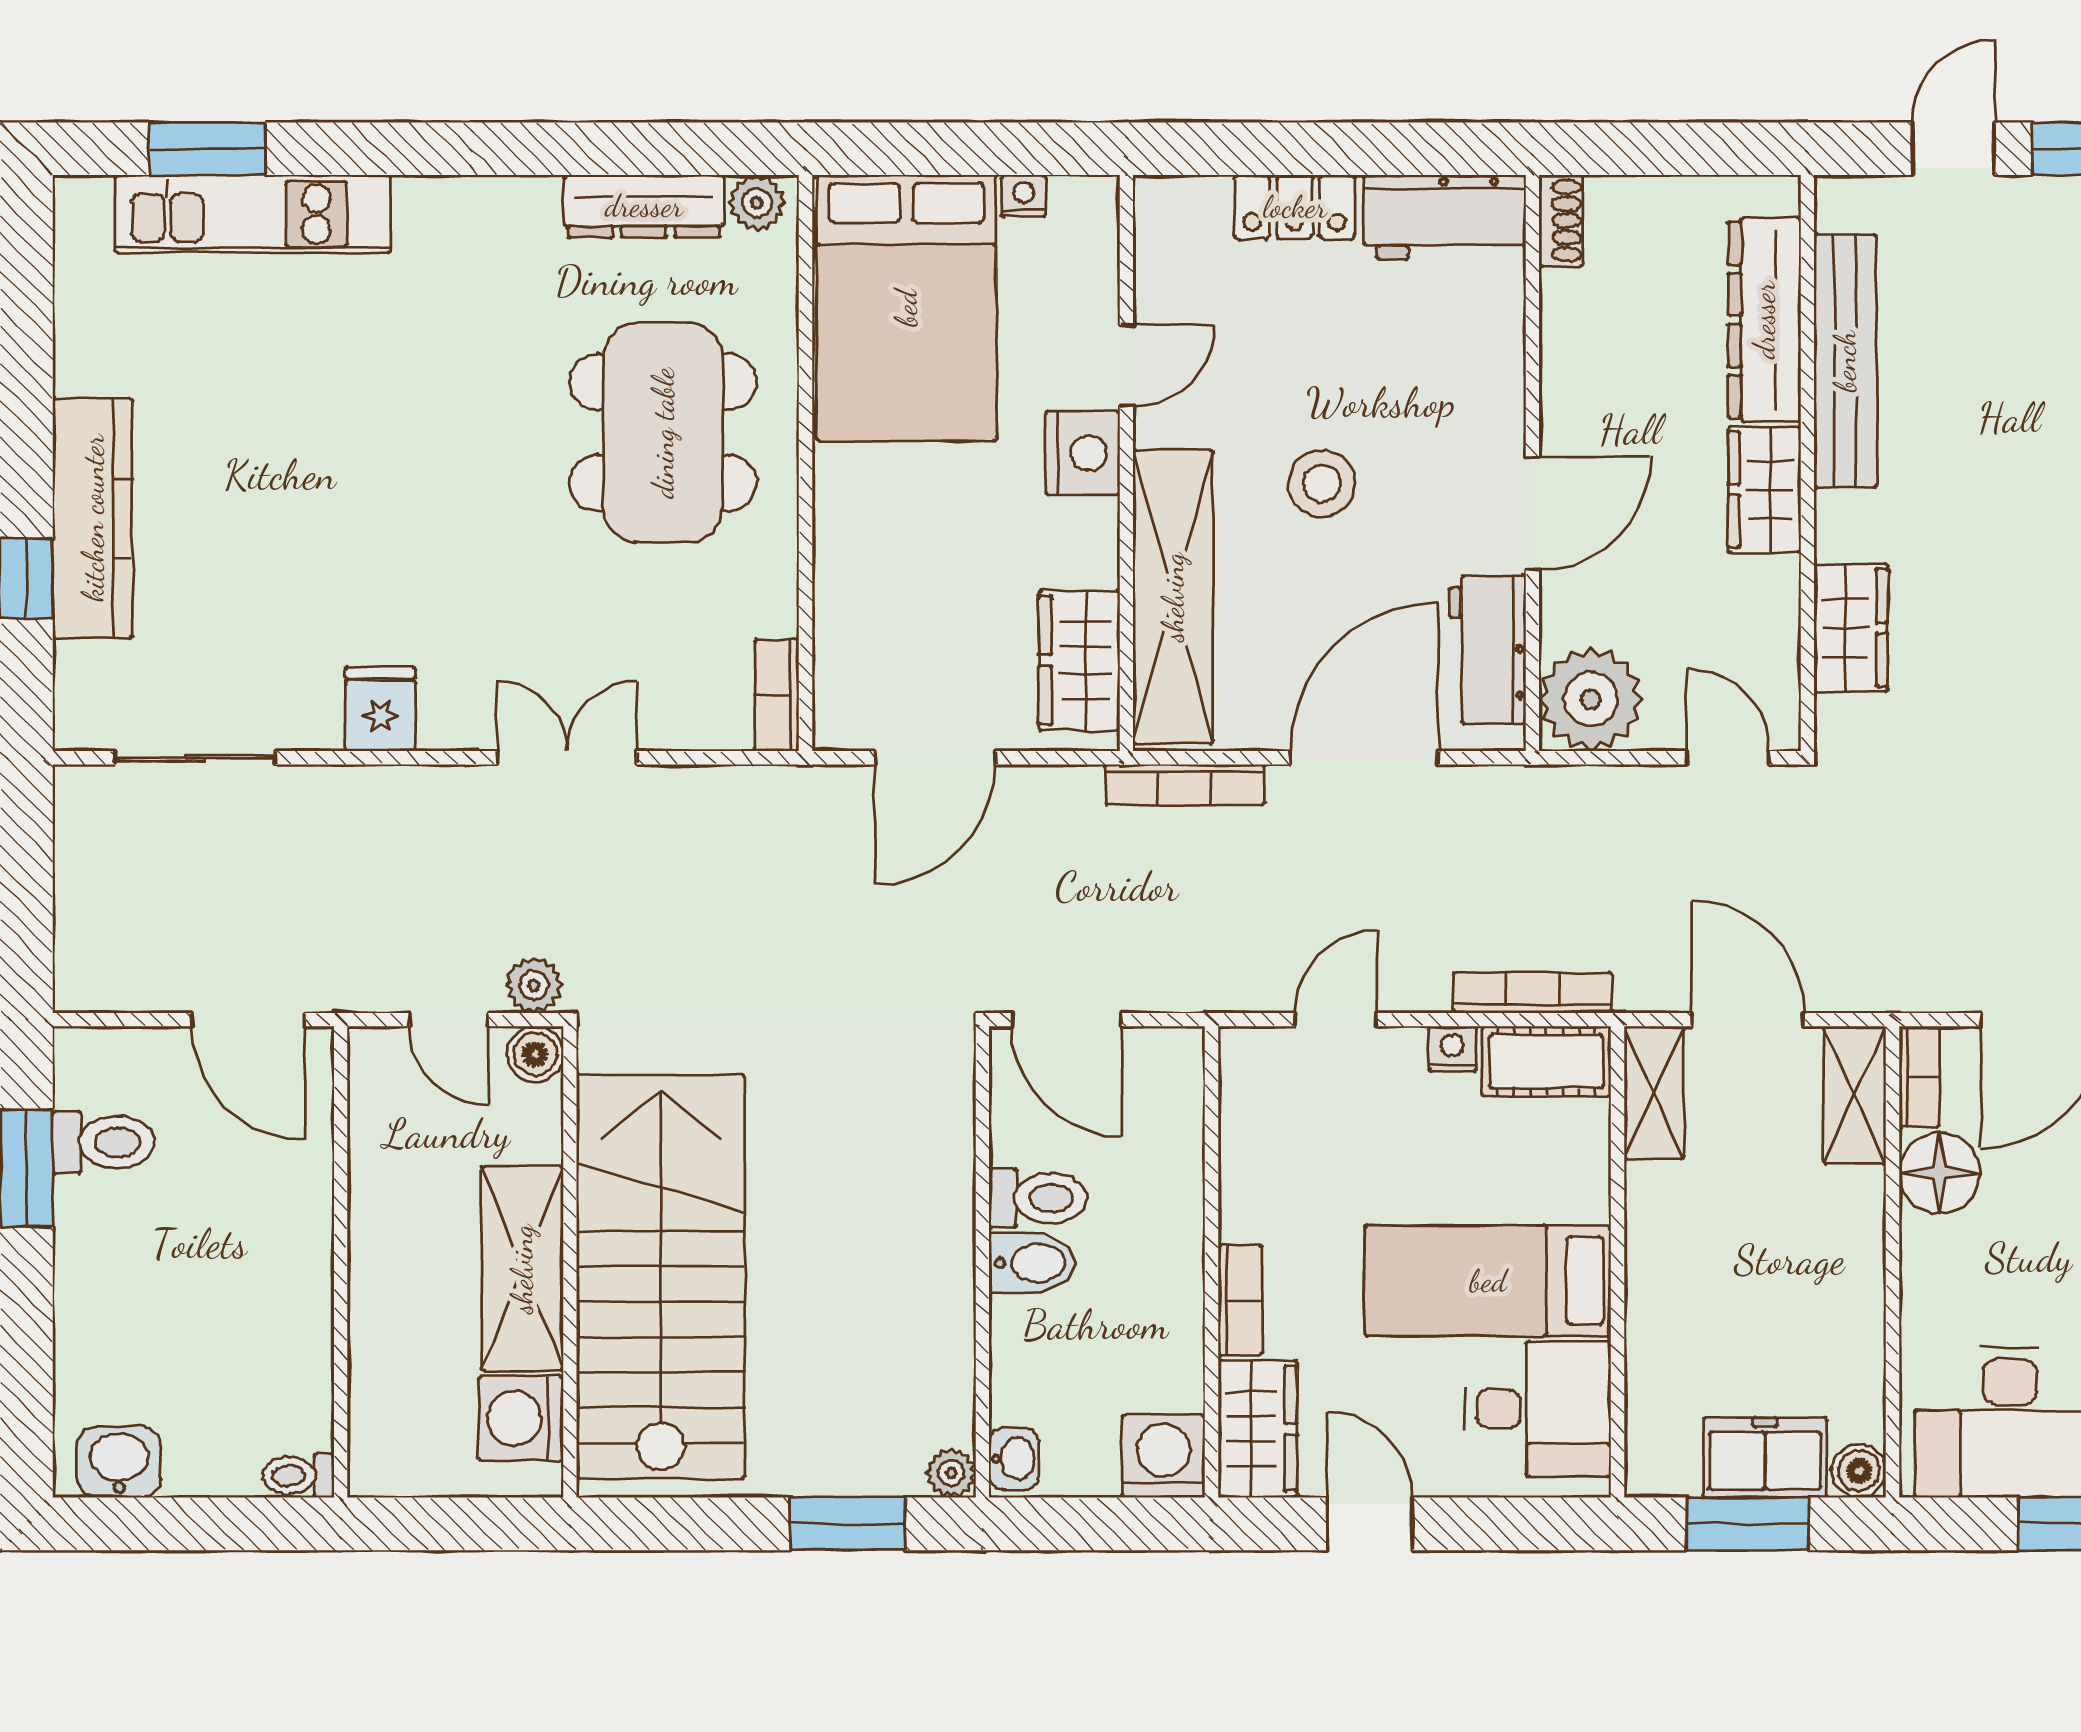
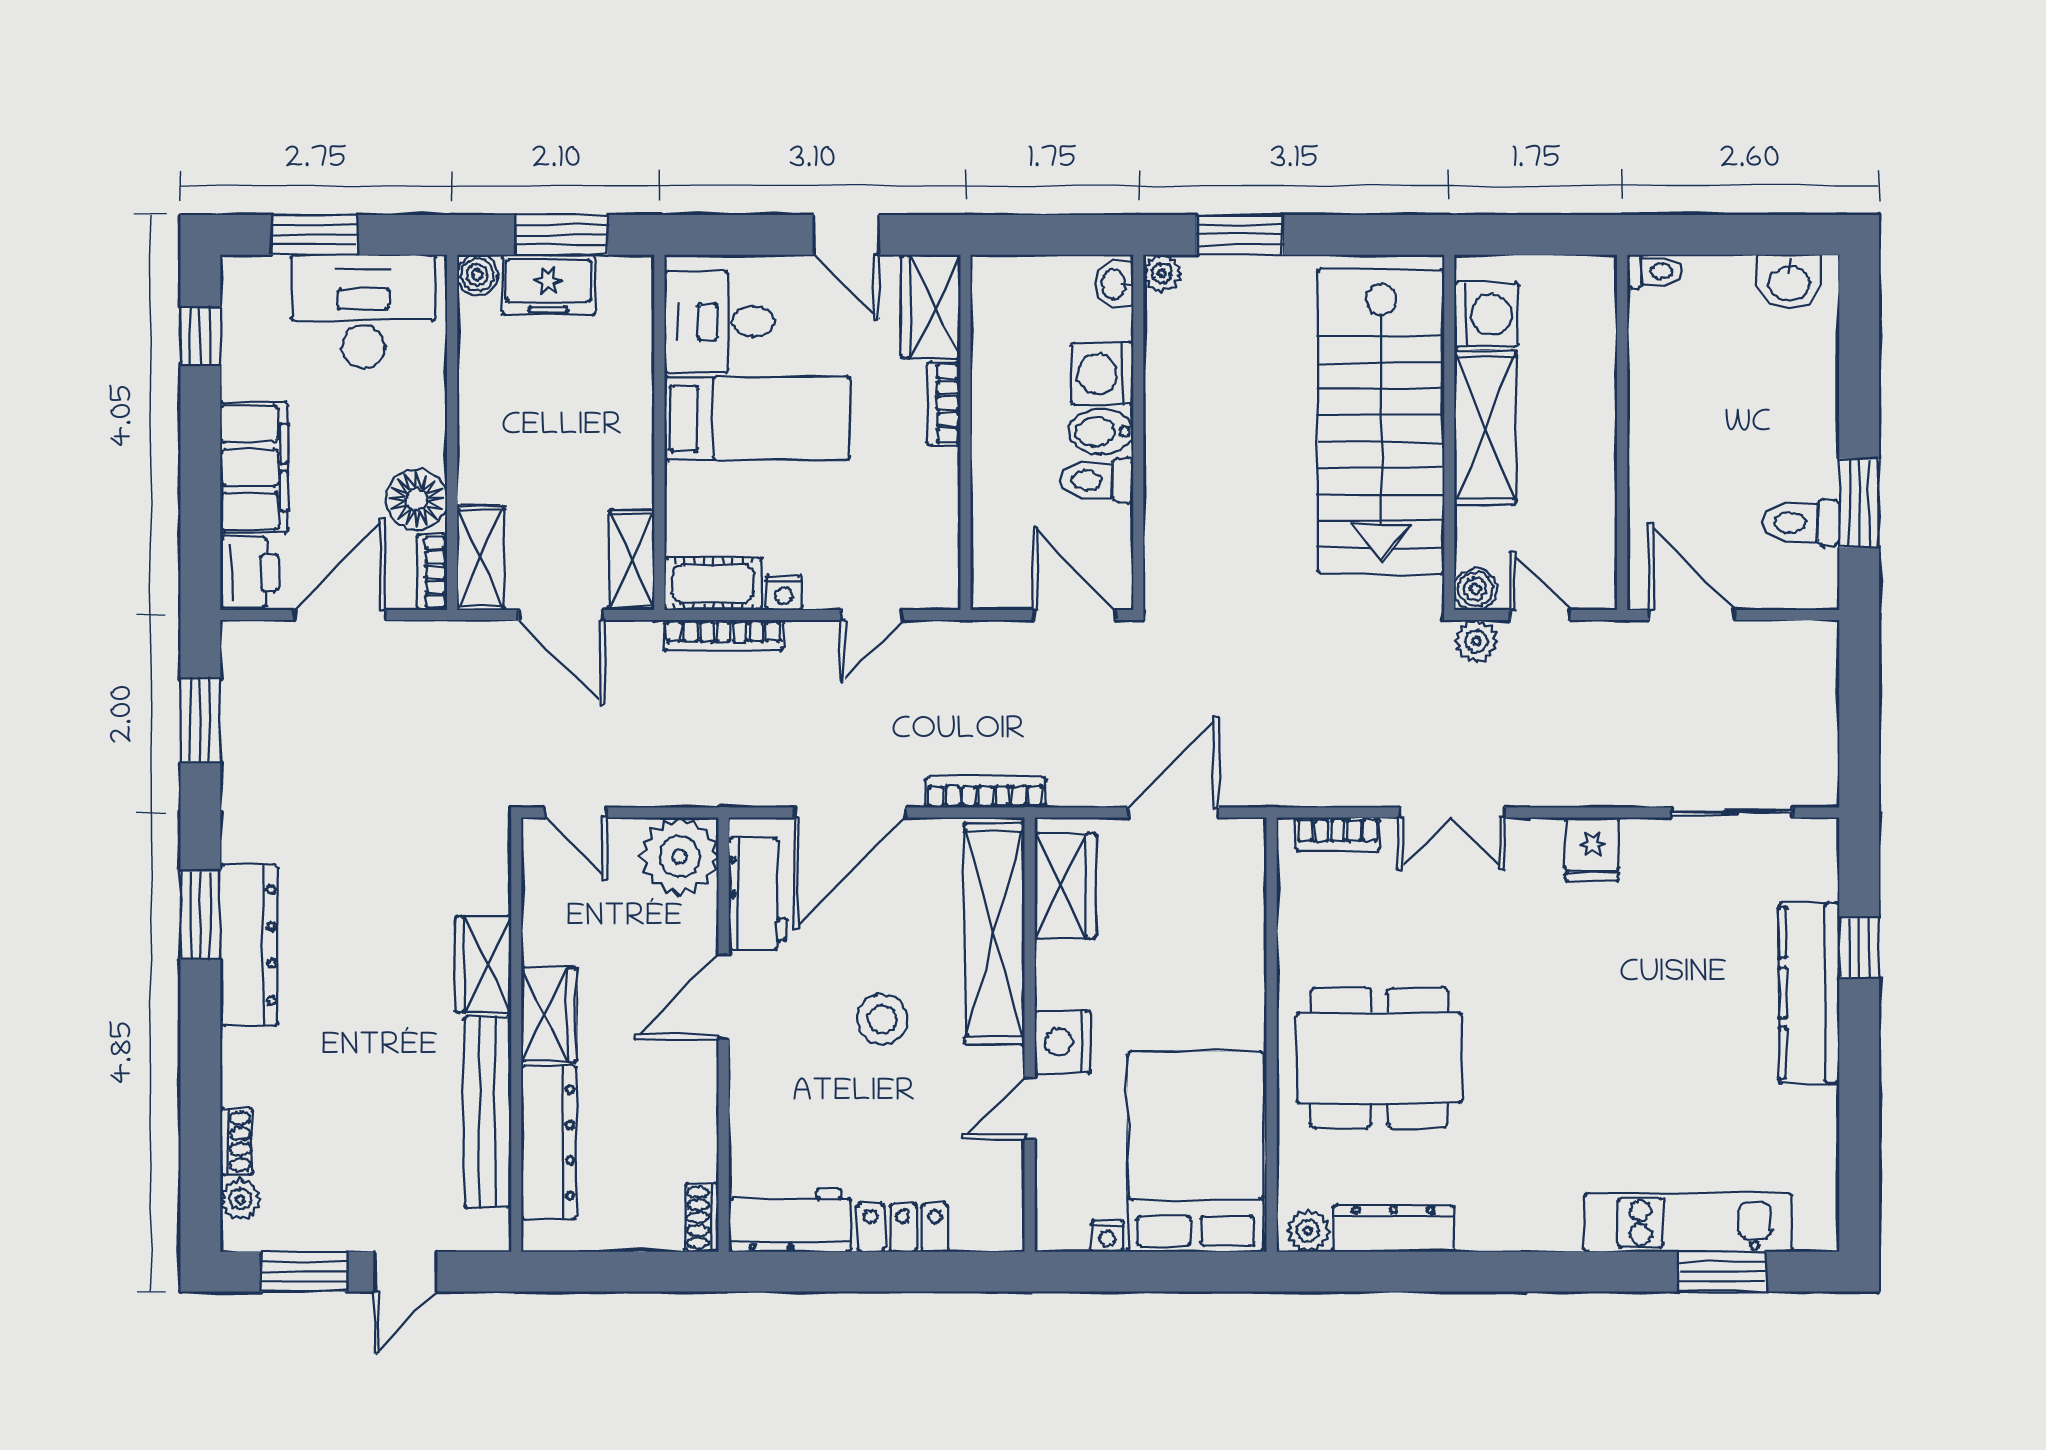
dining table: (663, 433) -> (1379, 1058), turned 90
wardrobe: (1851, 628) -> (483, 964), moved
bookcase: (777, 695) -> (1338, 834), moved, turned 90
washing machine: (1164, 1456) -> (1102, 374), moved, turned 90

